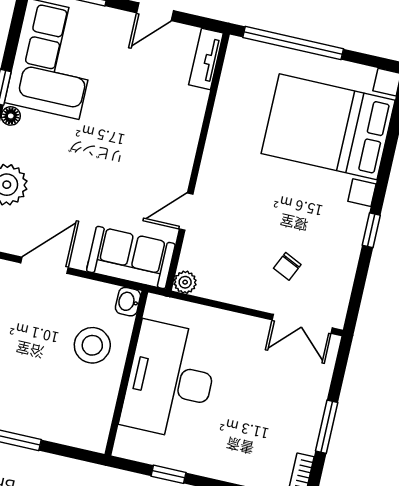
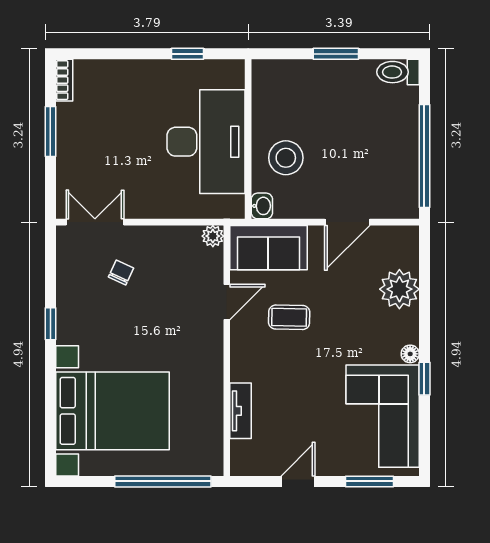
tv unit: (206, 59) -> (241, 411), moved
coffee table: (126, 182) -> (289, 317), added

